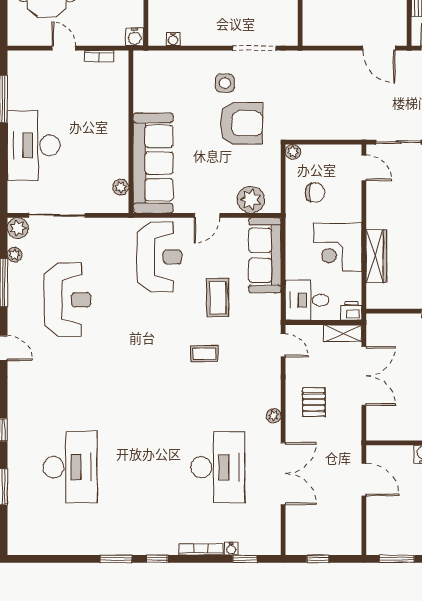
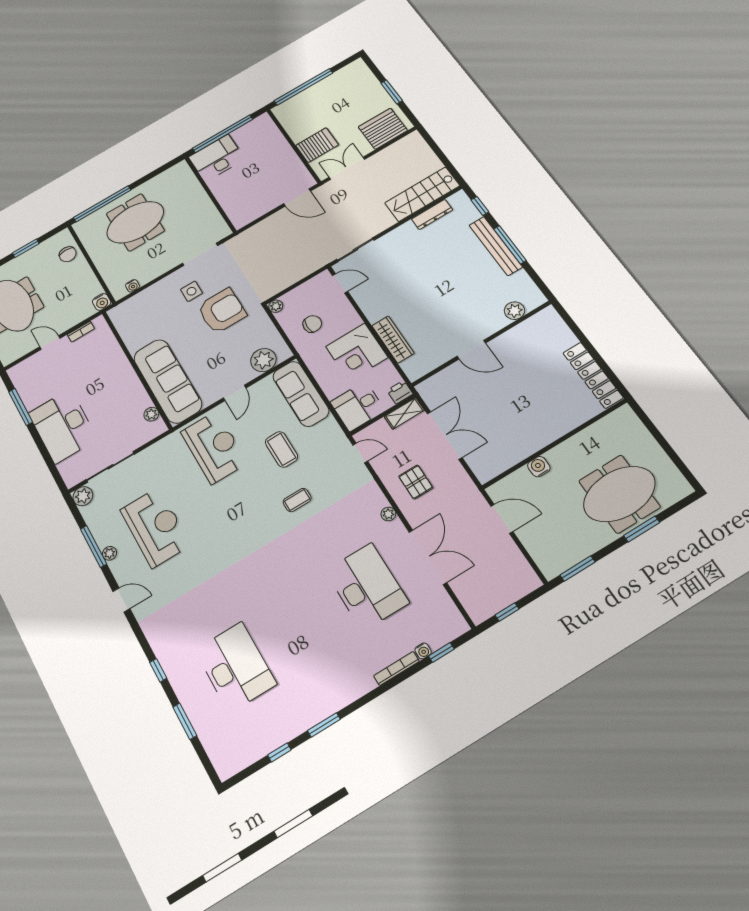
plant: (15, 255) -> (109, 553), moved
window: (157, 559) -> (279, 752), moved

